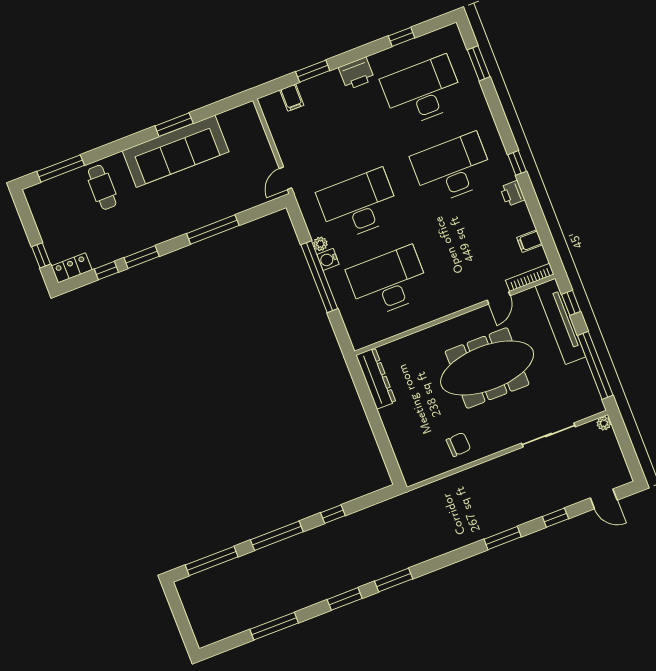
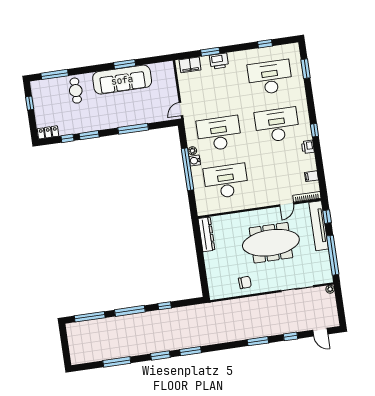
printer: (357, 74) -> (219, 61), moved
filing cabinet: (292, 98) -> (190, 65), width x2.00
window: (41, 255) -> (30, 103), moved

